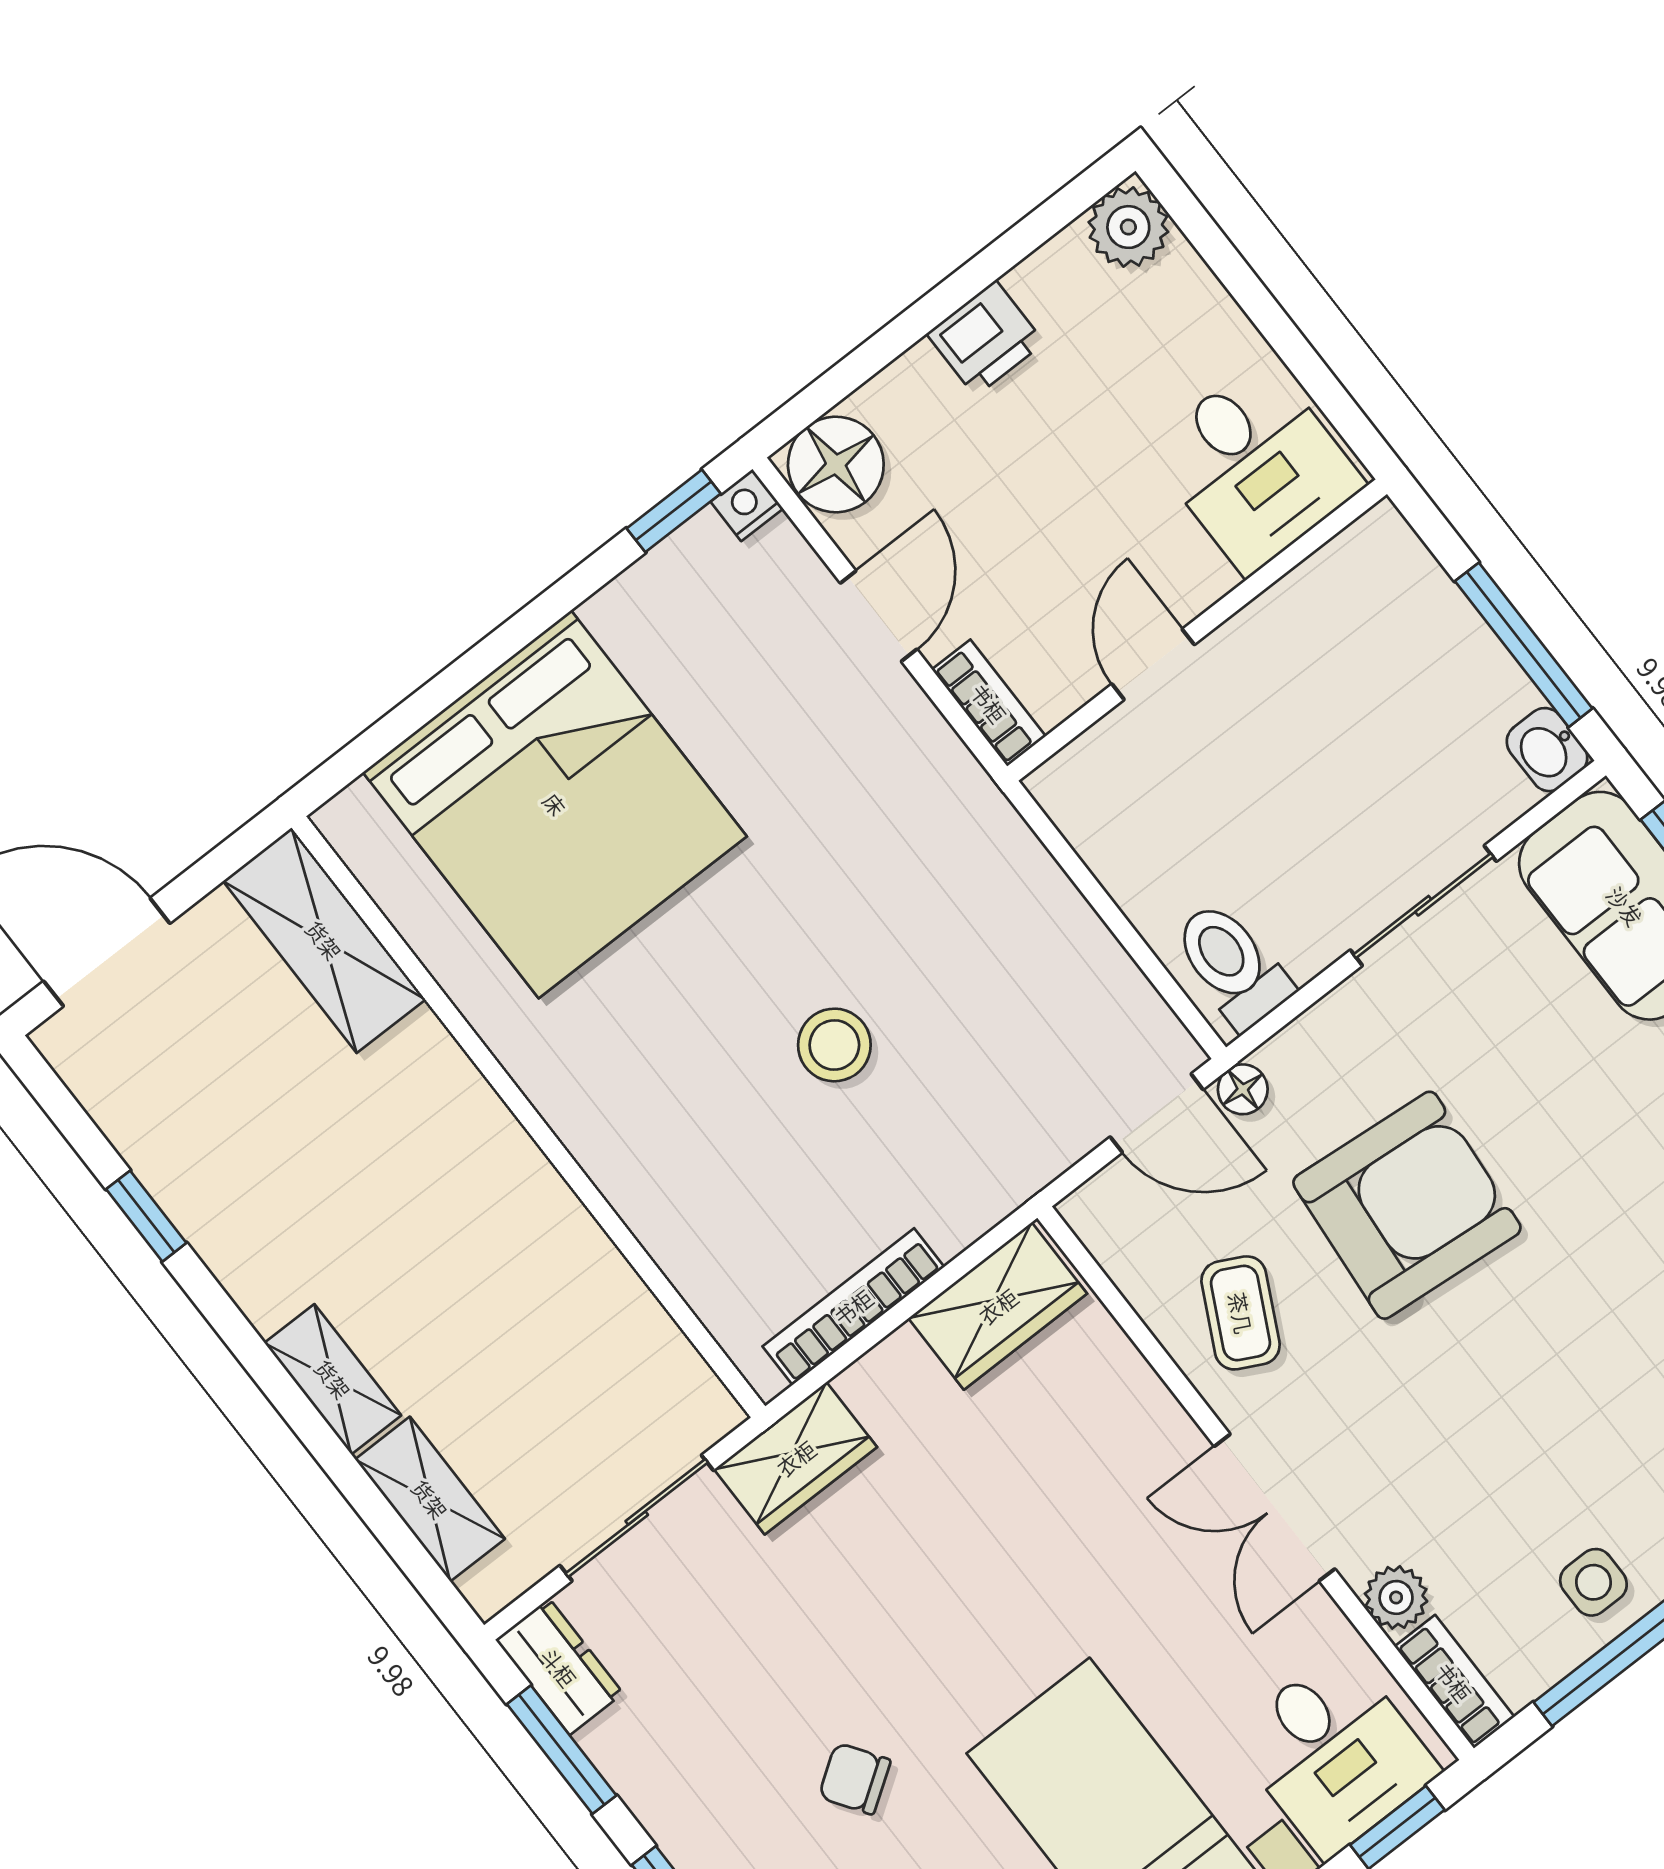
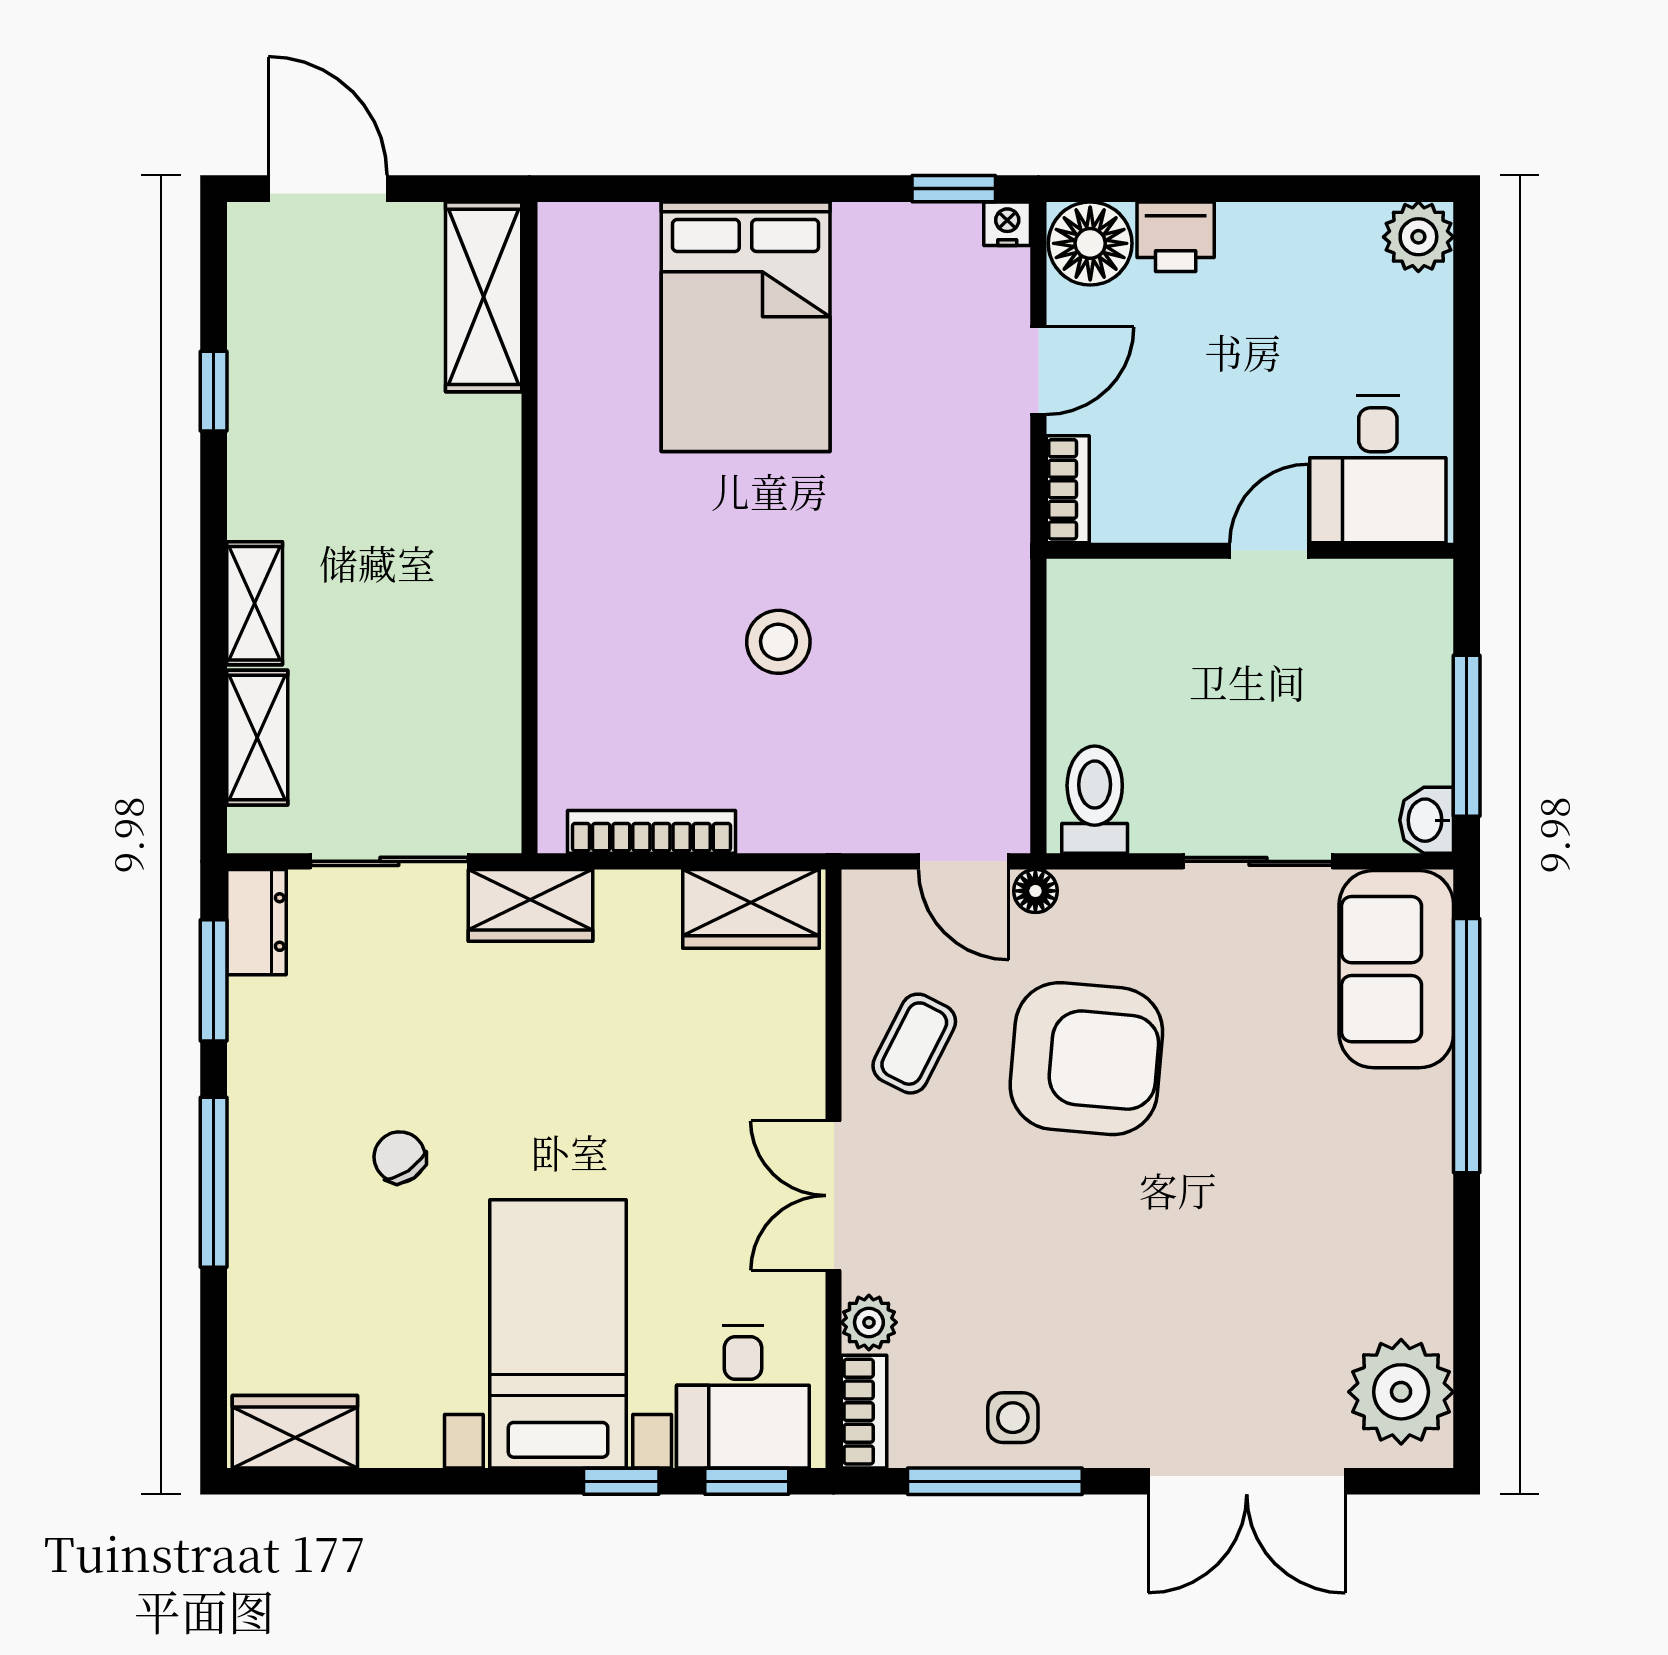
printer: (985, 338) -> (1176, 237), moved
door: (1153, 664) -> (1269, 551), moved
bed: (555, 804) -> (746, 327), width x0.73

